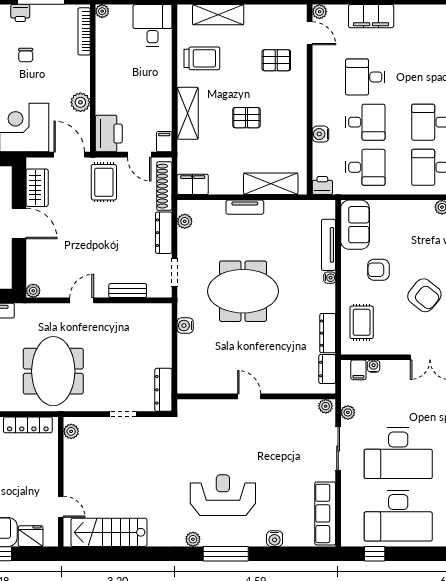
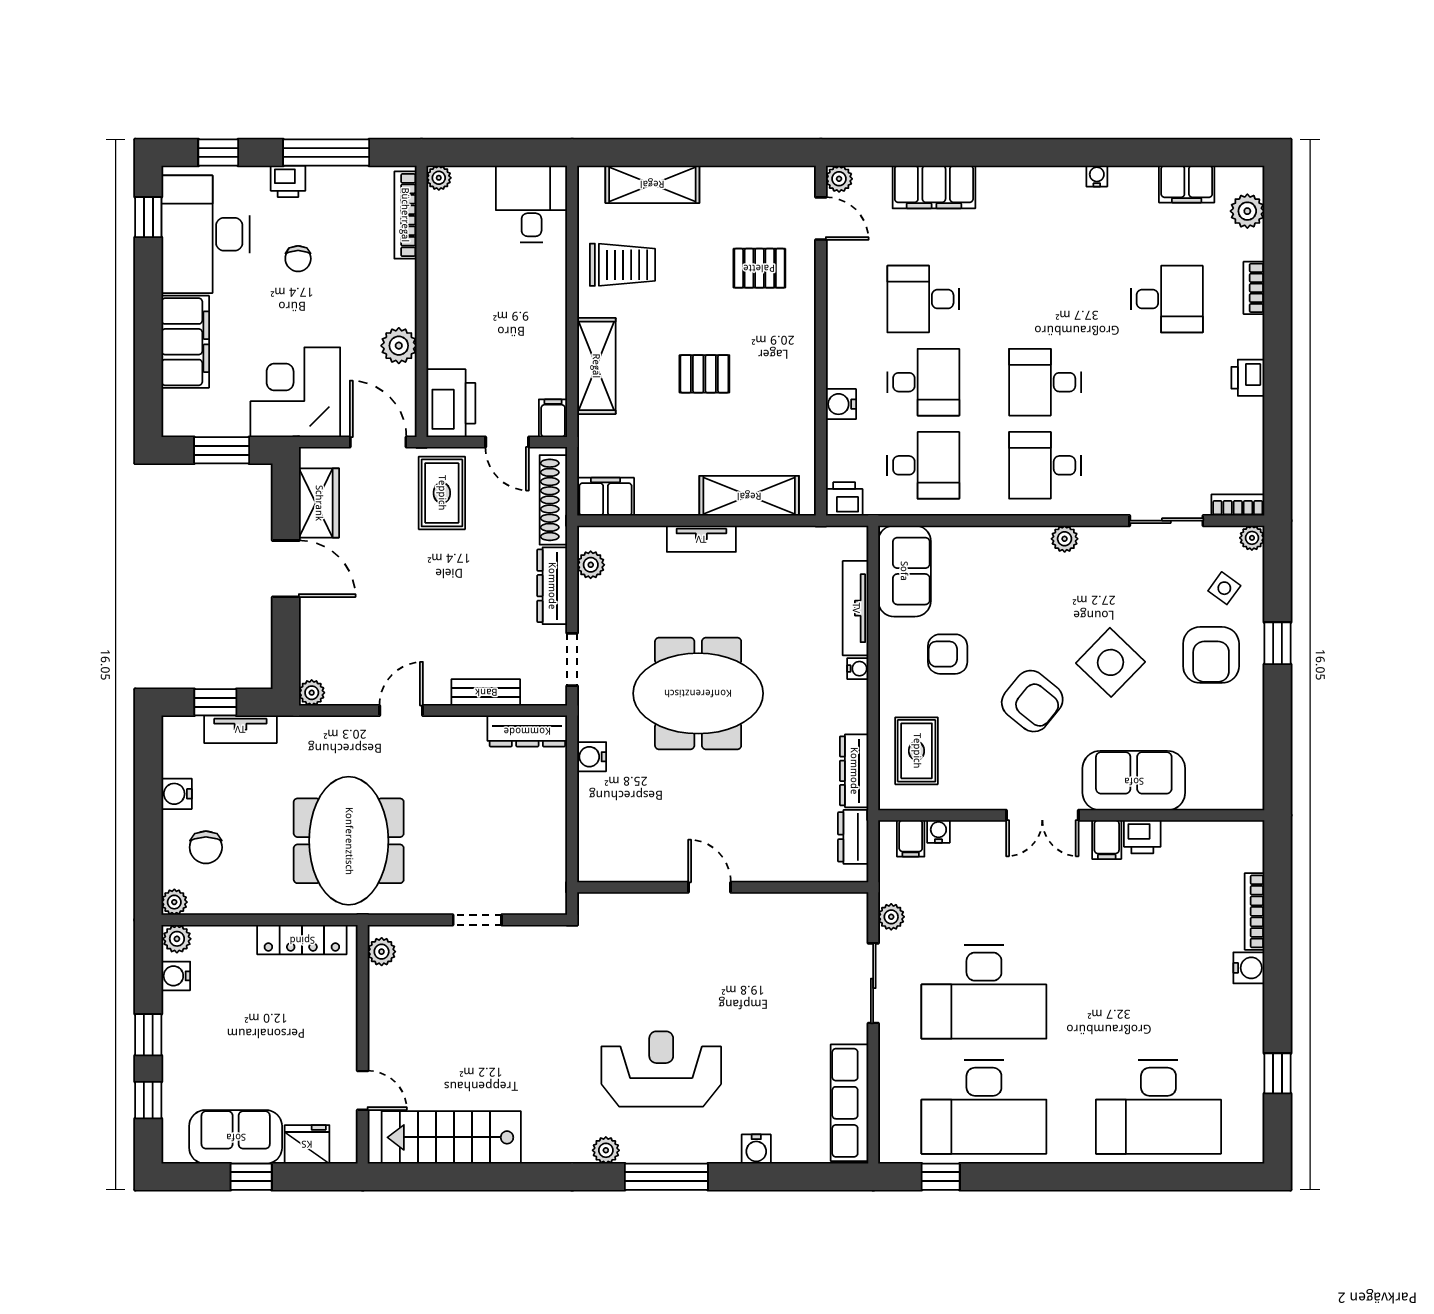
dresser: (163, 390) -> (527, 731), moved, turned -90
plant: (326, 406) -> (850, 905), removed

